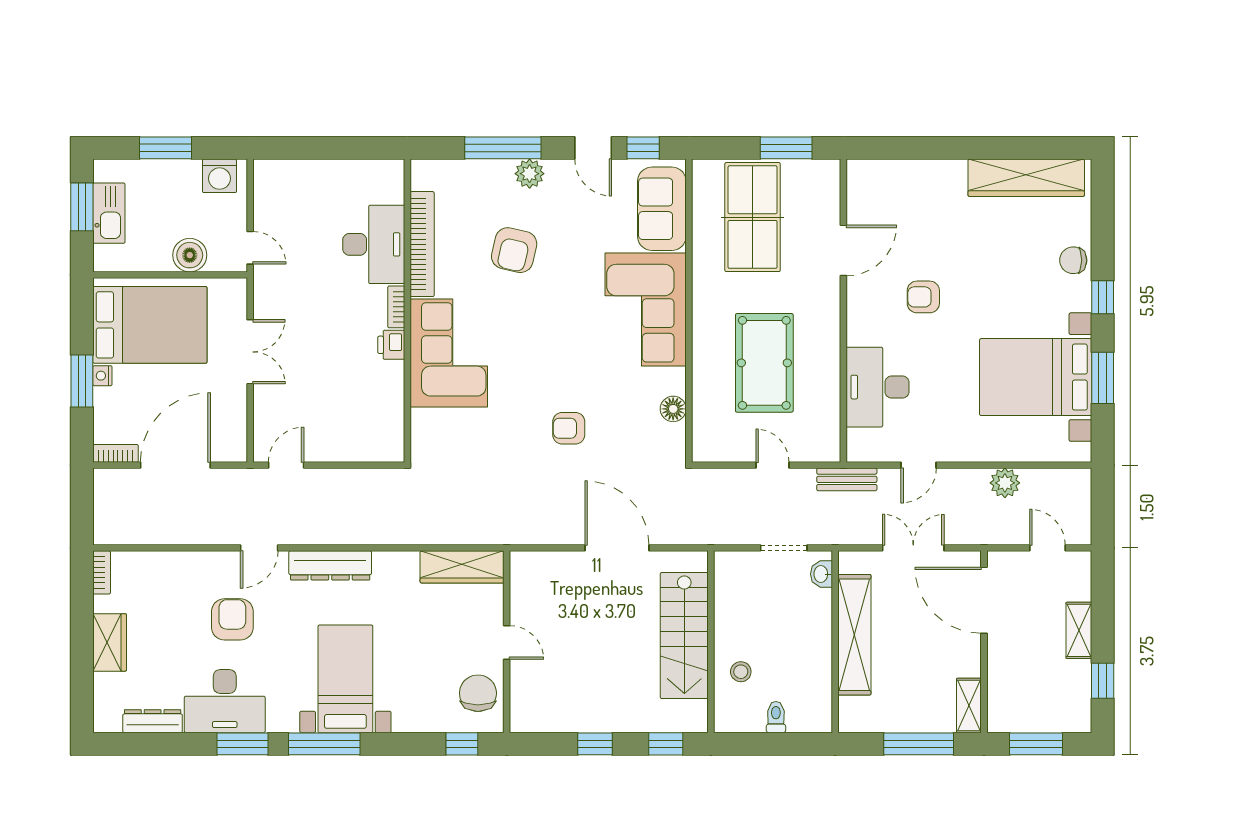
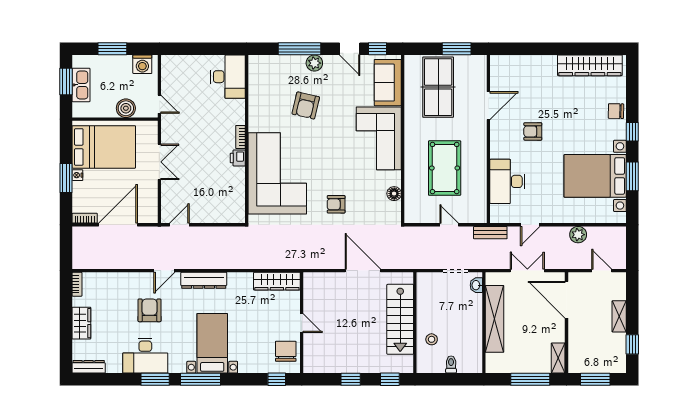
desk: (374, 244) -> (228, 77), moved
bookcase: (422, 244) -> (255, 102), removed
corner sofa: (449, 353) -> (277, 173), width x1.36, depth x1.36
dresser: (153, 721) -> (89, 367), moved

